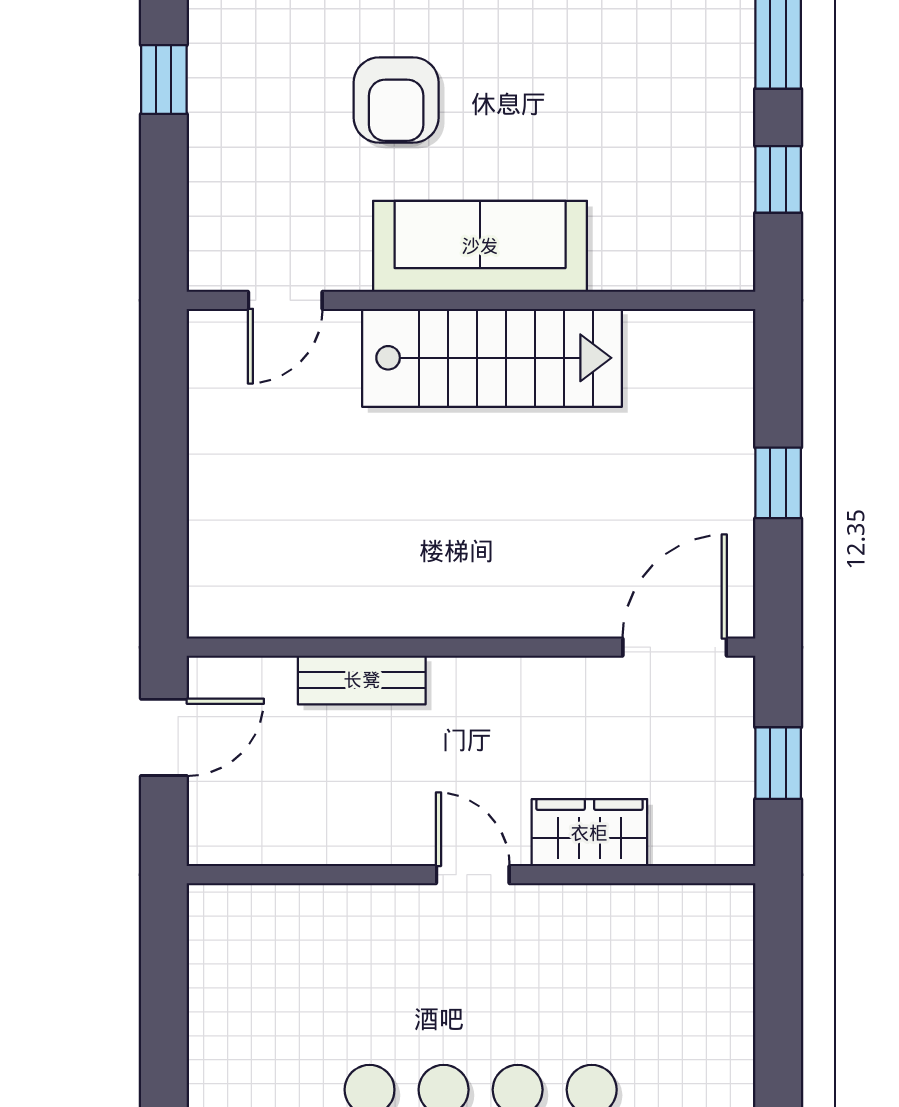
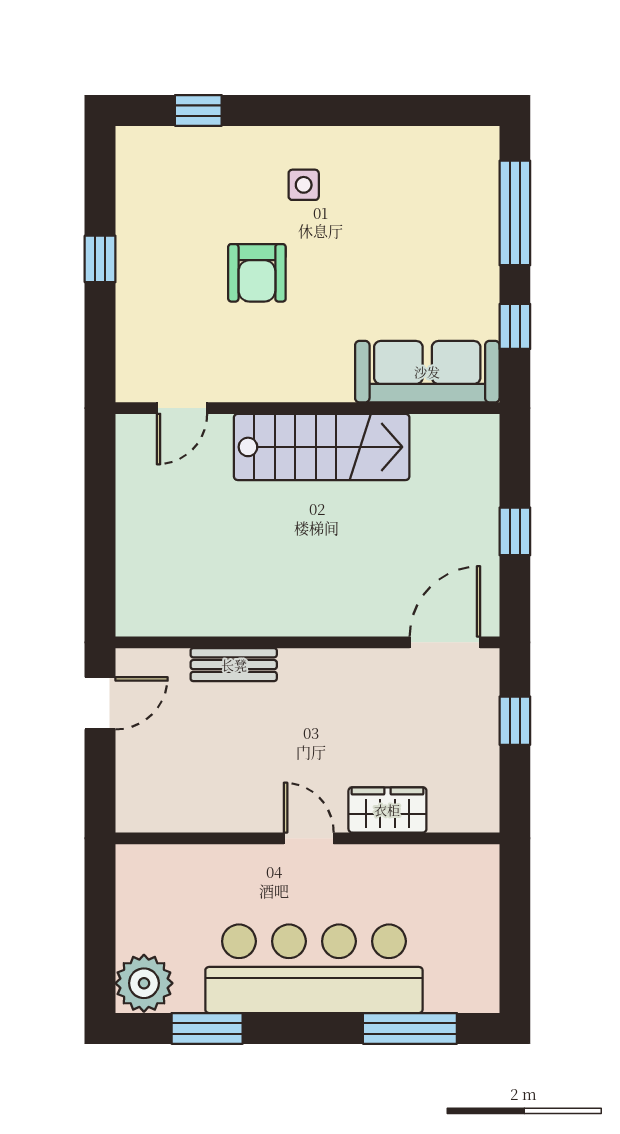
sofa: (480, 246) -> (427, 372), moved
wardrobe: (589, 833) -> (387, 810), moved
wall: (471, 875) -> (307, 838), moved
door: (473, 875) -> (309, 838), moved

